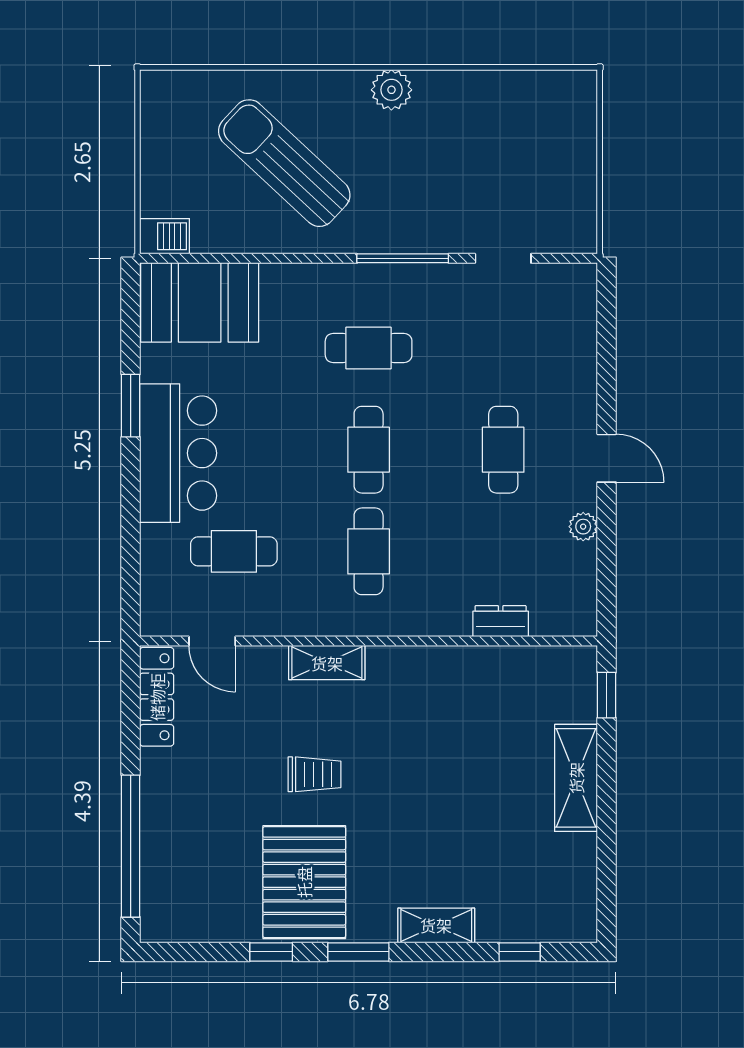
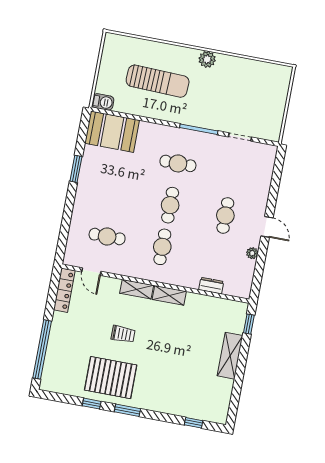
sun lounger: (284, 163) -> (158, 81), turned 139
bar counter: (178, 453) -> (92, 192), removed
pallet: (304, 882) -> (111, 378), turned 90
shelving: (436, 925) -> (169, 295), moved

